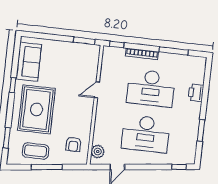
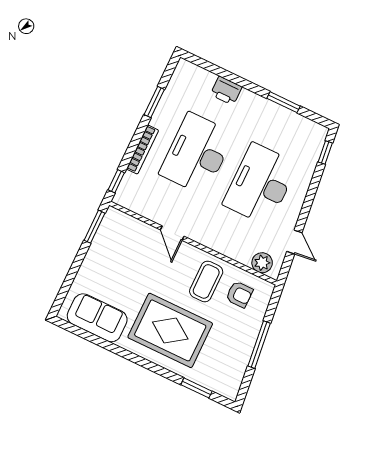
window: (174, 51) -> (154, 102), width x0.69
window: (13, 85) -> (123, 353), removed
desk: (151, 88) -> (197, 154), turned 180
desk: (146, 134) -> (260, 184), turned 180
coffee table: (36, 151) -> (206, 281), moved

